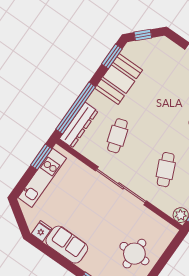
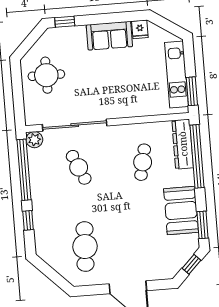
cafe table: (117, 136) -> (143, 162), turned 30
sliding door: (121, 186) -> (75, 125), moved

